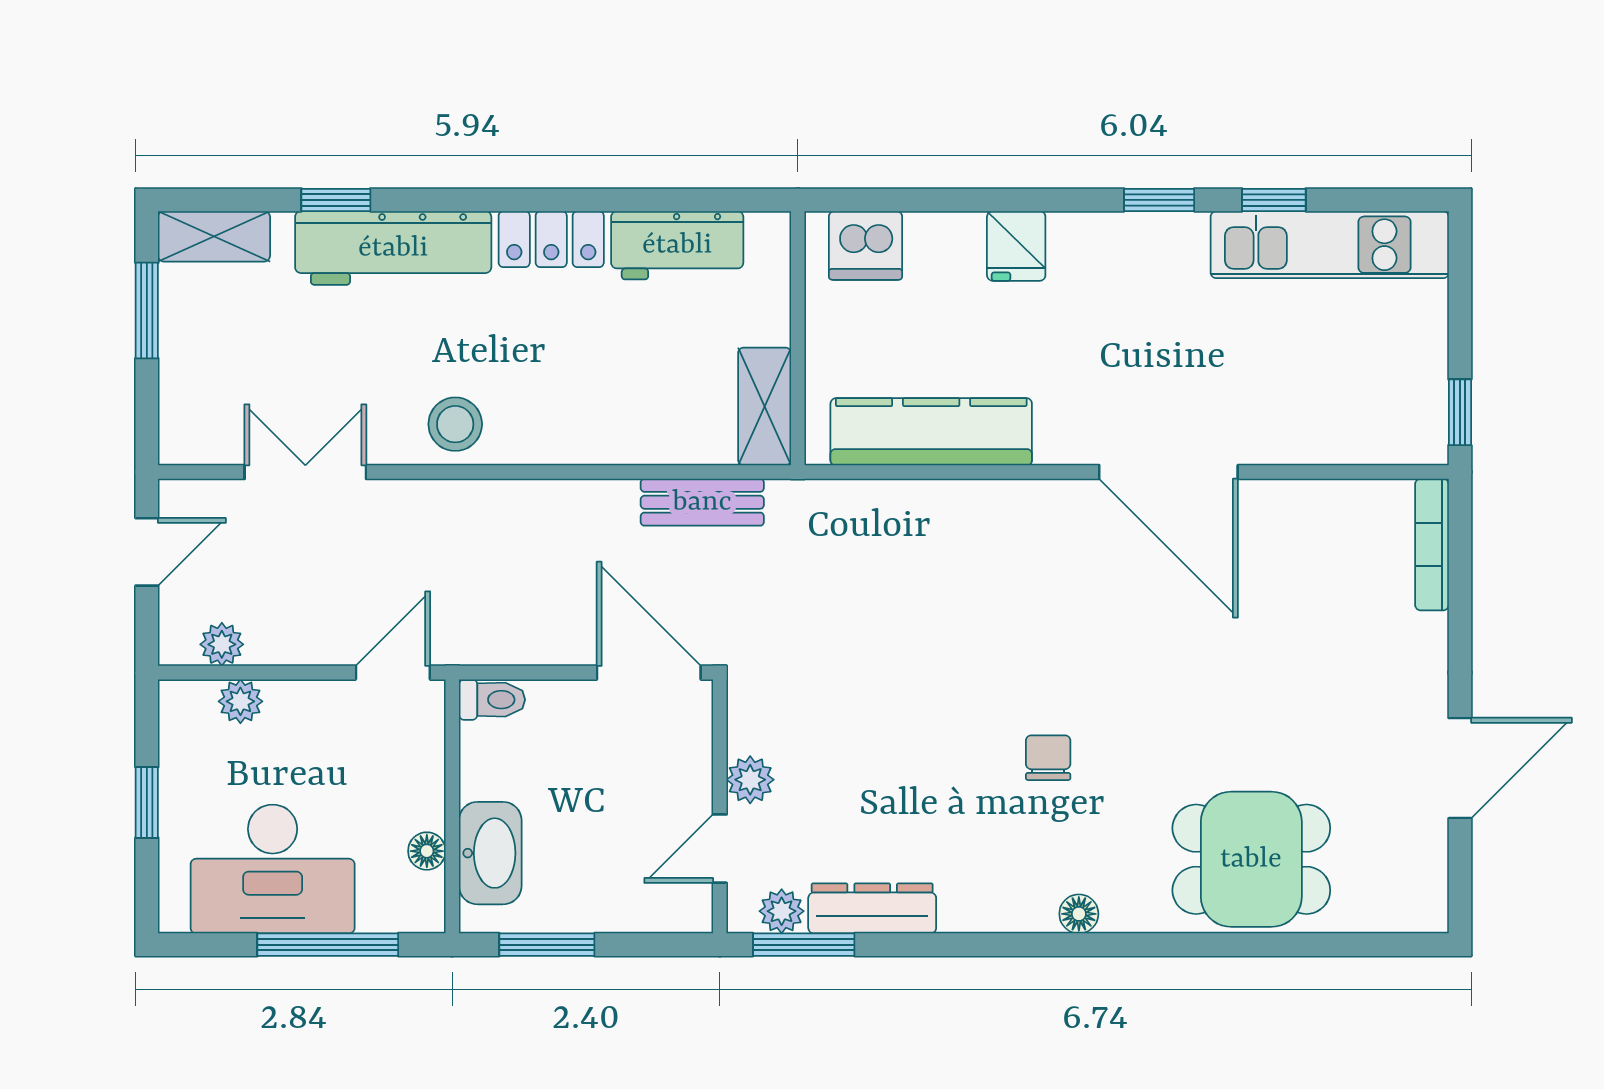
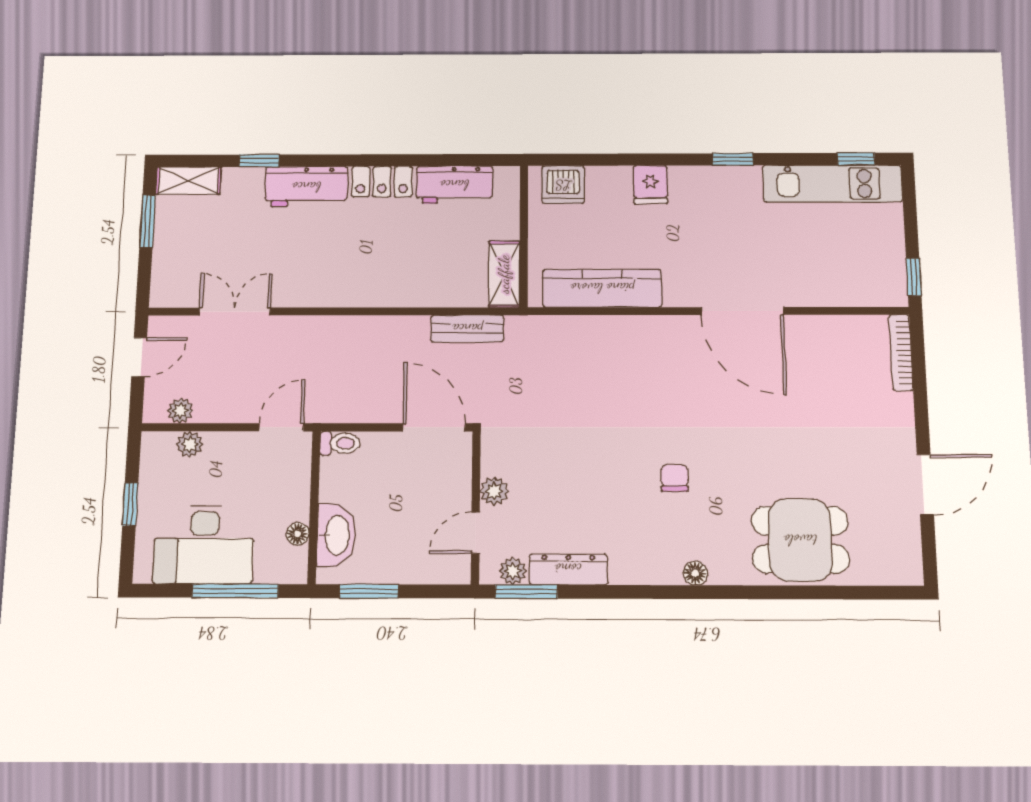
window: (1274, 200) -> (856, 159), moved
workbench: (393, 248) -> (306, 187), width x0.73
stool: (455, 424) -> (323, 284), removed

